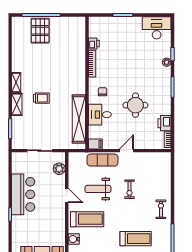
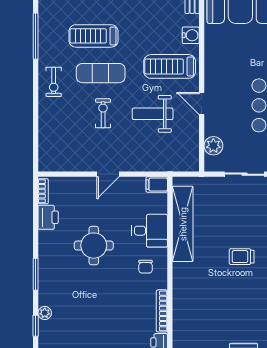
exercise mat: (102, 160) -> (101, 73), moved
weight bench: (98, 189) -> (153, 114), turned 180

